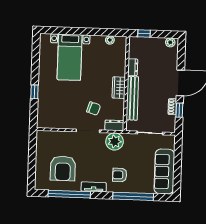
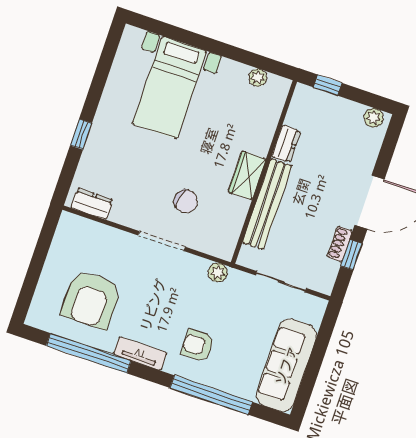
dresser: (114, 125) -> (92, 204), moved
plant: (115, 142) -> (218, 272), width x0.53, depth x0.53

